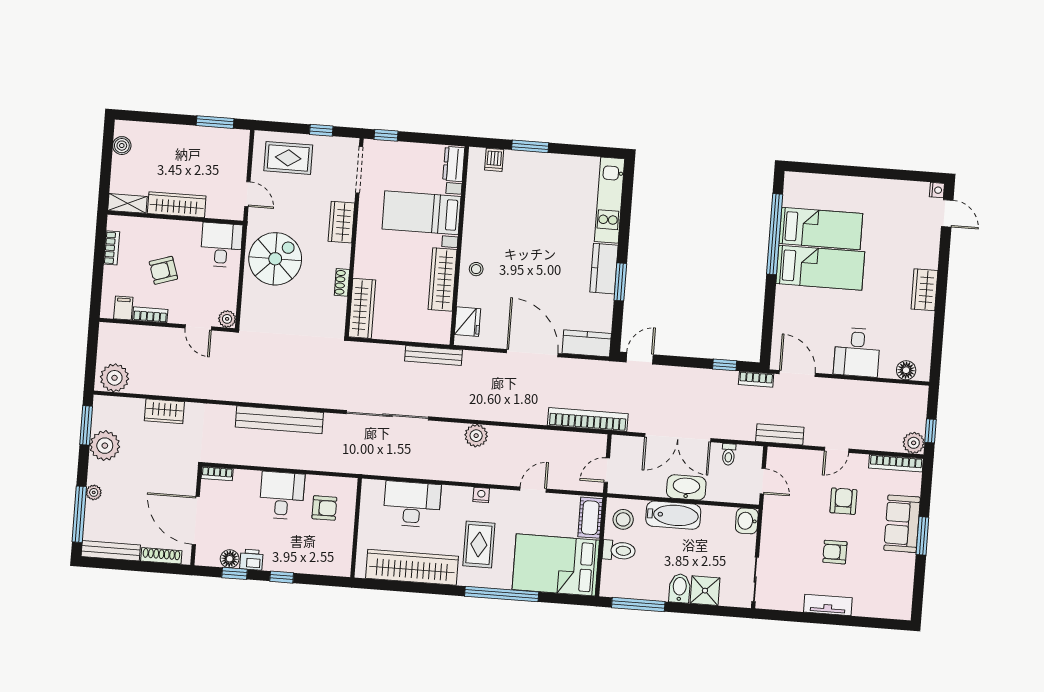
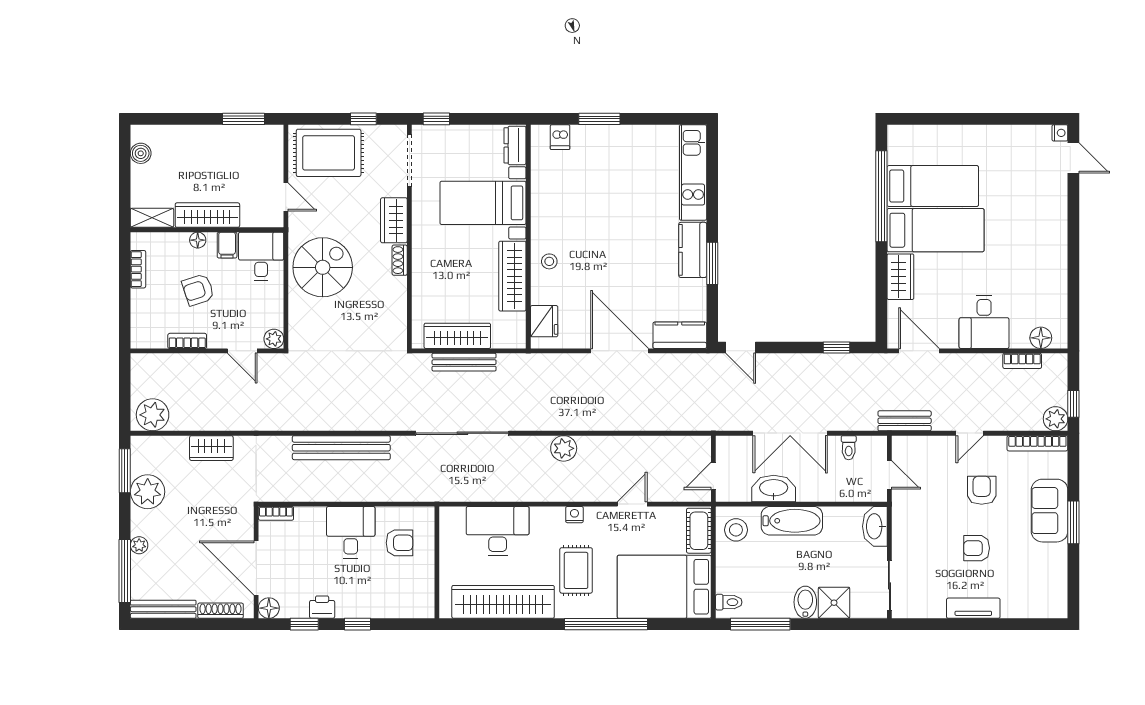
rug: (288, 158) -> (329, 153), width x1.36, depth x1.43
floor lamp: (166, 226) -> (198, 240), added
shoe rack: (342, 282) -> (400, 260), moved
wardrobe: (924, 290) -> (900, 277), moved, turned 180
filing cabinet: (123, 308) -> (227, 245), moved, turned 180
wardrobe: (362, 308) -> (457, 336), moved, turned -90
bench: (434, 356) -> (464, 362), moved
door: (640, 358) -> (741, 347), swing flipped
bookcase: (756, 379) -> (1022, 361), moved
bookcase: (588, 420) -> (688, 421), removed
washbasin: (686, 487) -> (774, 488), moved
washbasin: (747, 521) -> (875, 526), width x1.38
toilet: (619, 550) -> (729, 602), moved, width x0.73, depth x0.72
floor lamp: (230, 559) -> (269, 608), moved

